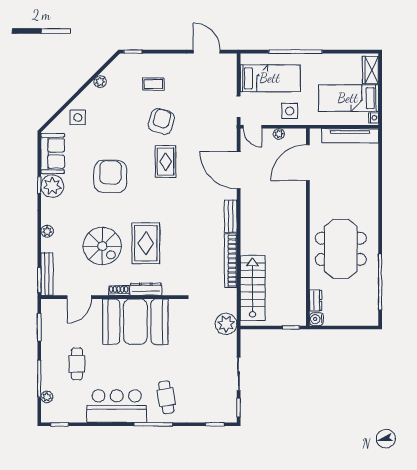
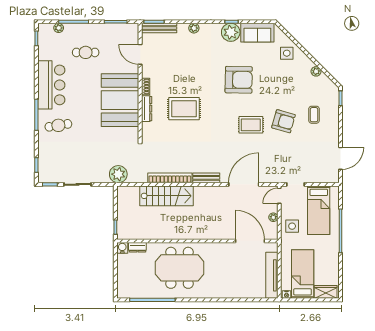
spiral stairs: (102, 246) -> (182, 73), removed
stairs: (253, 288) -> (167, 196), moved

